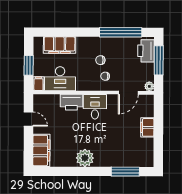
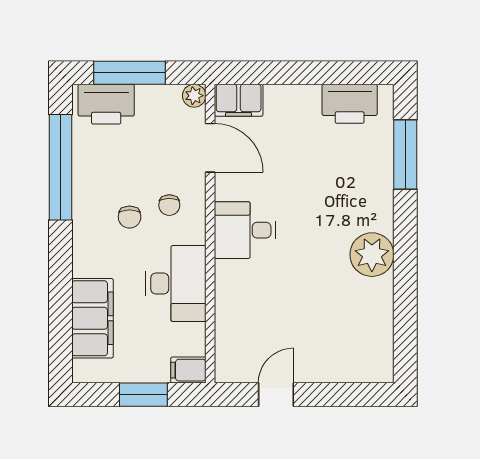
desk: (60, 79) -> (176, 284), moved
printer: (71, 102) -> (350, 104), moved, turned 90
filing cabinet: (147, 127) -> (239, 100), moved
filing cabinet: (41, 150) -> (354, 362), removed

